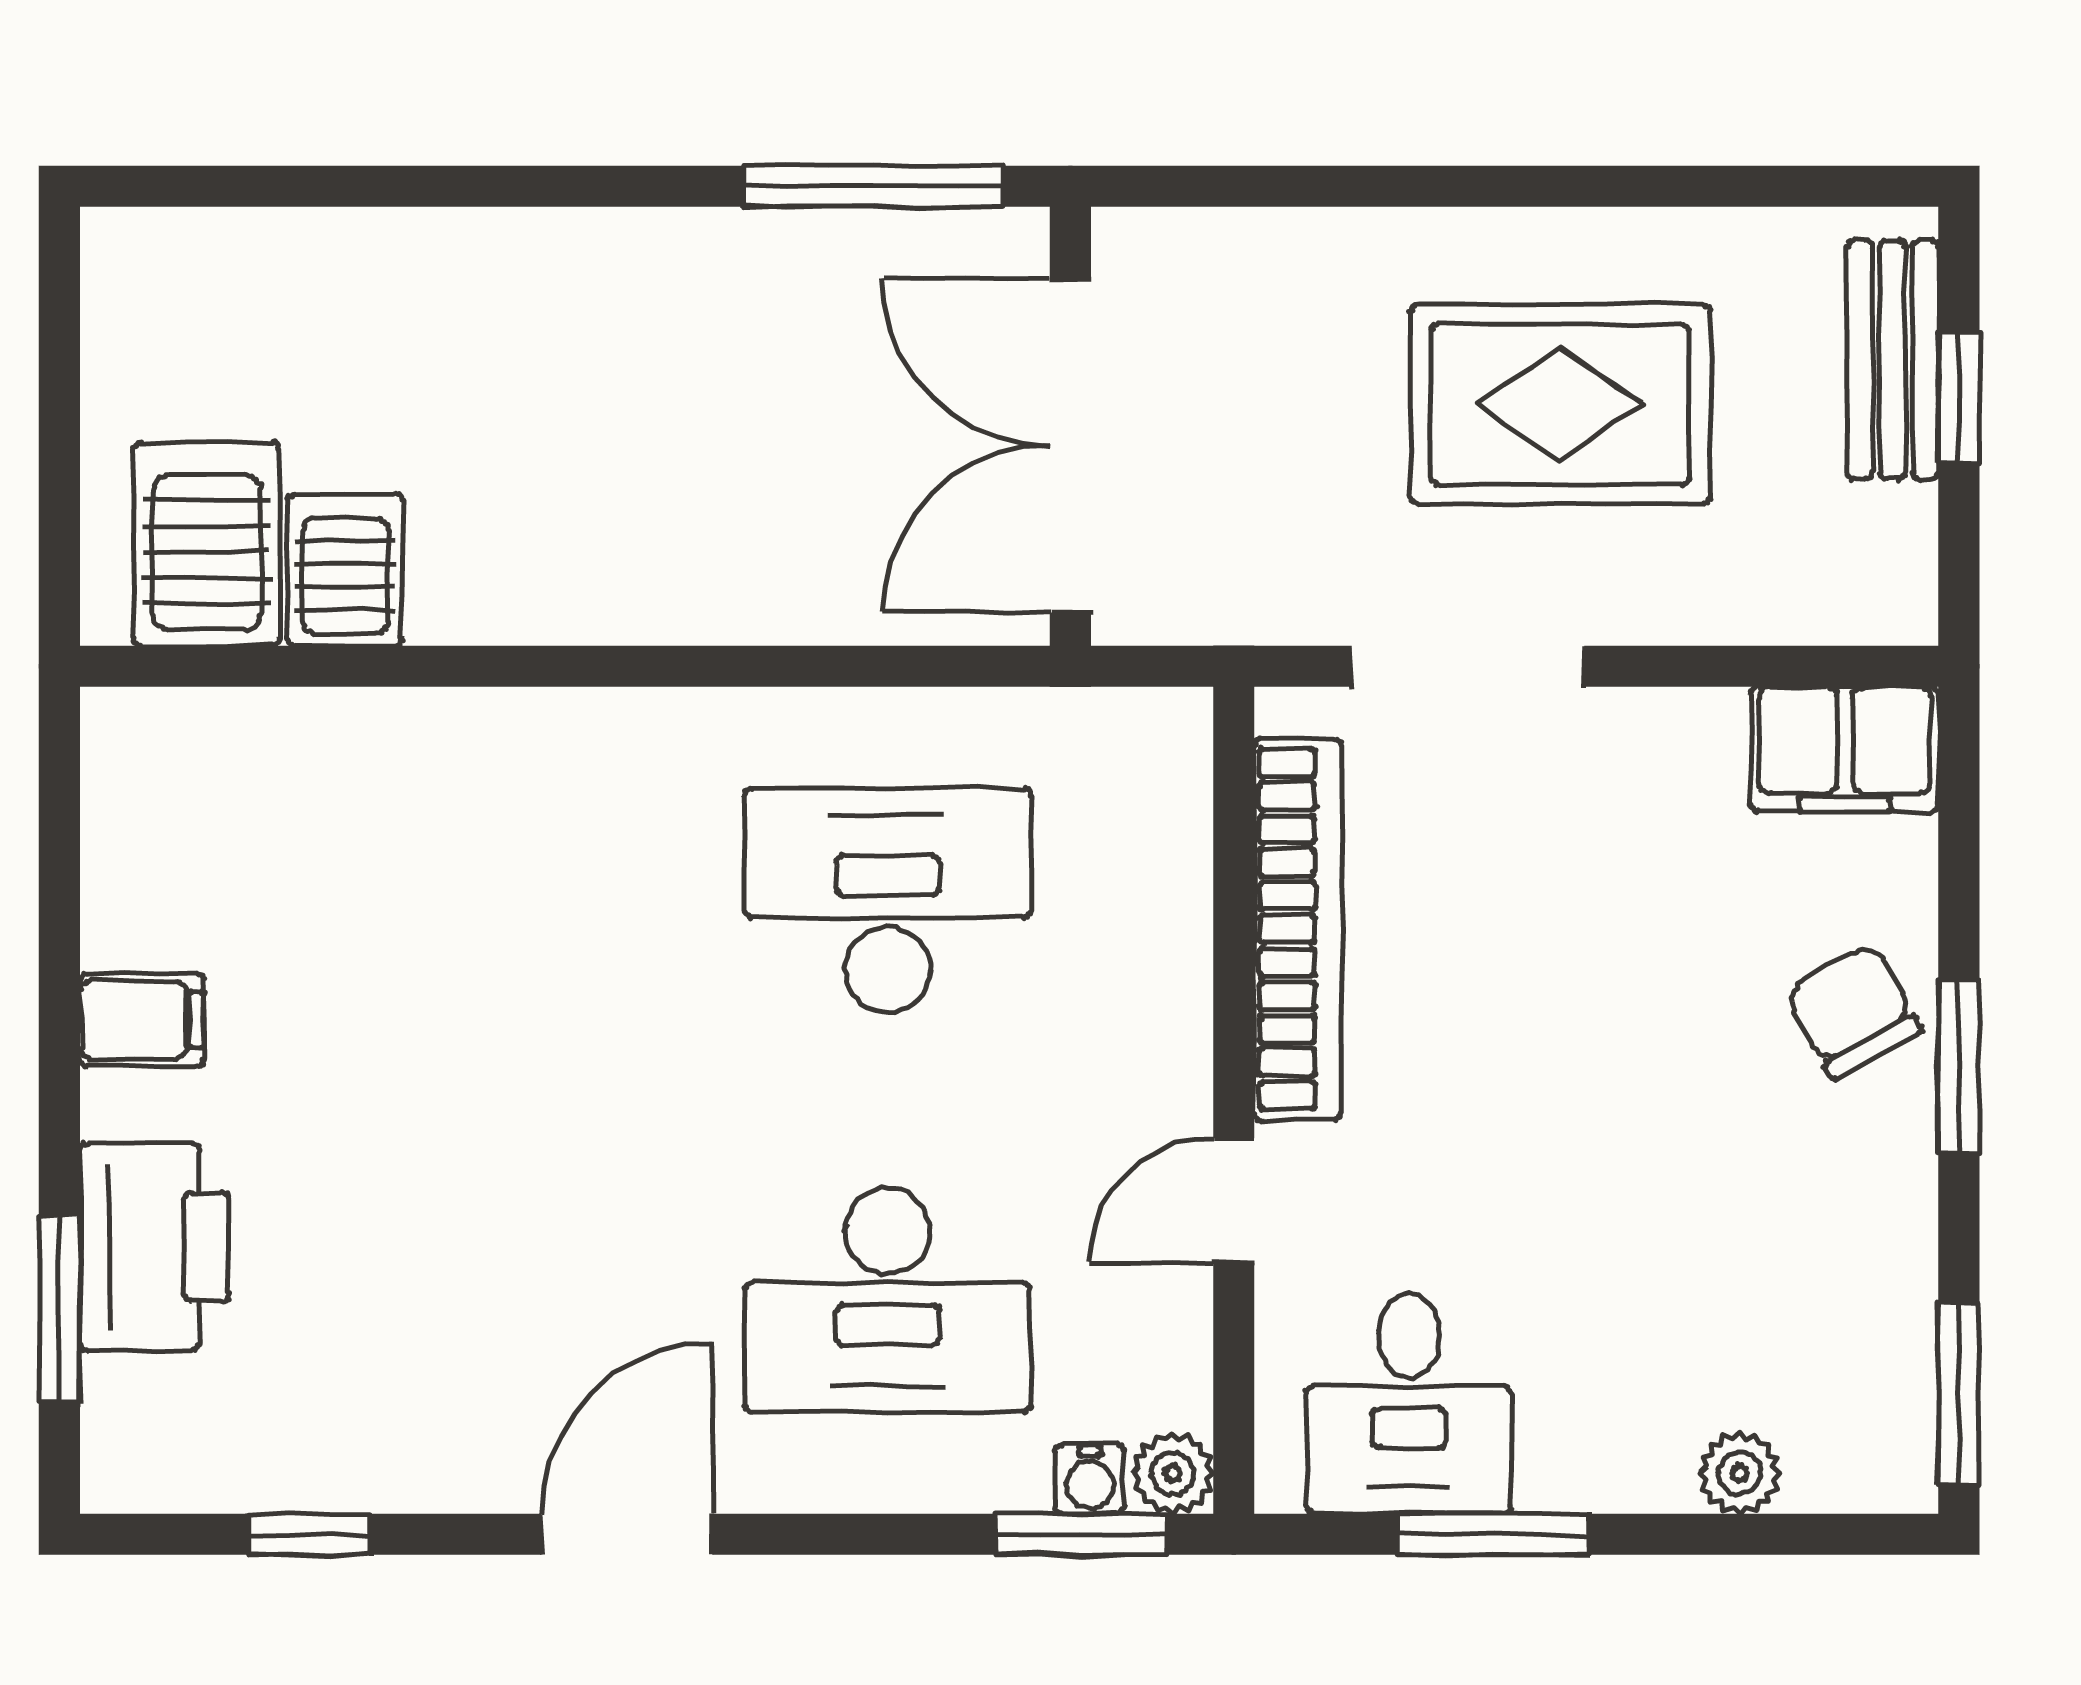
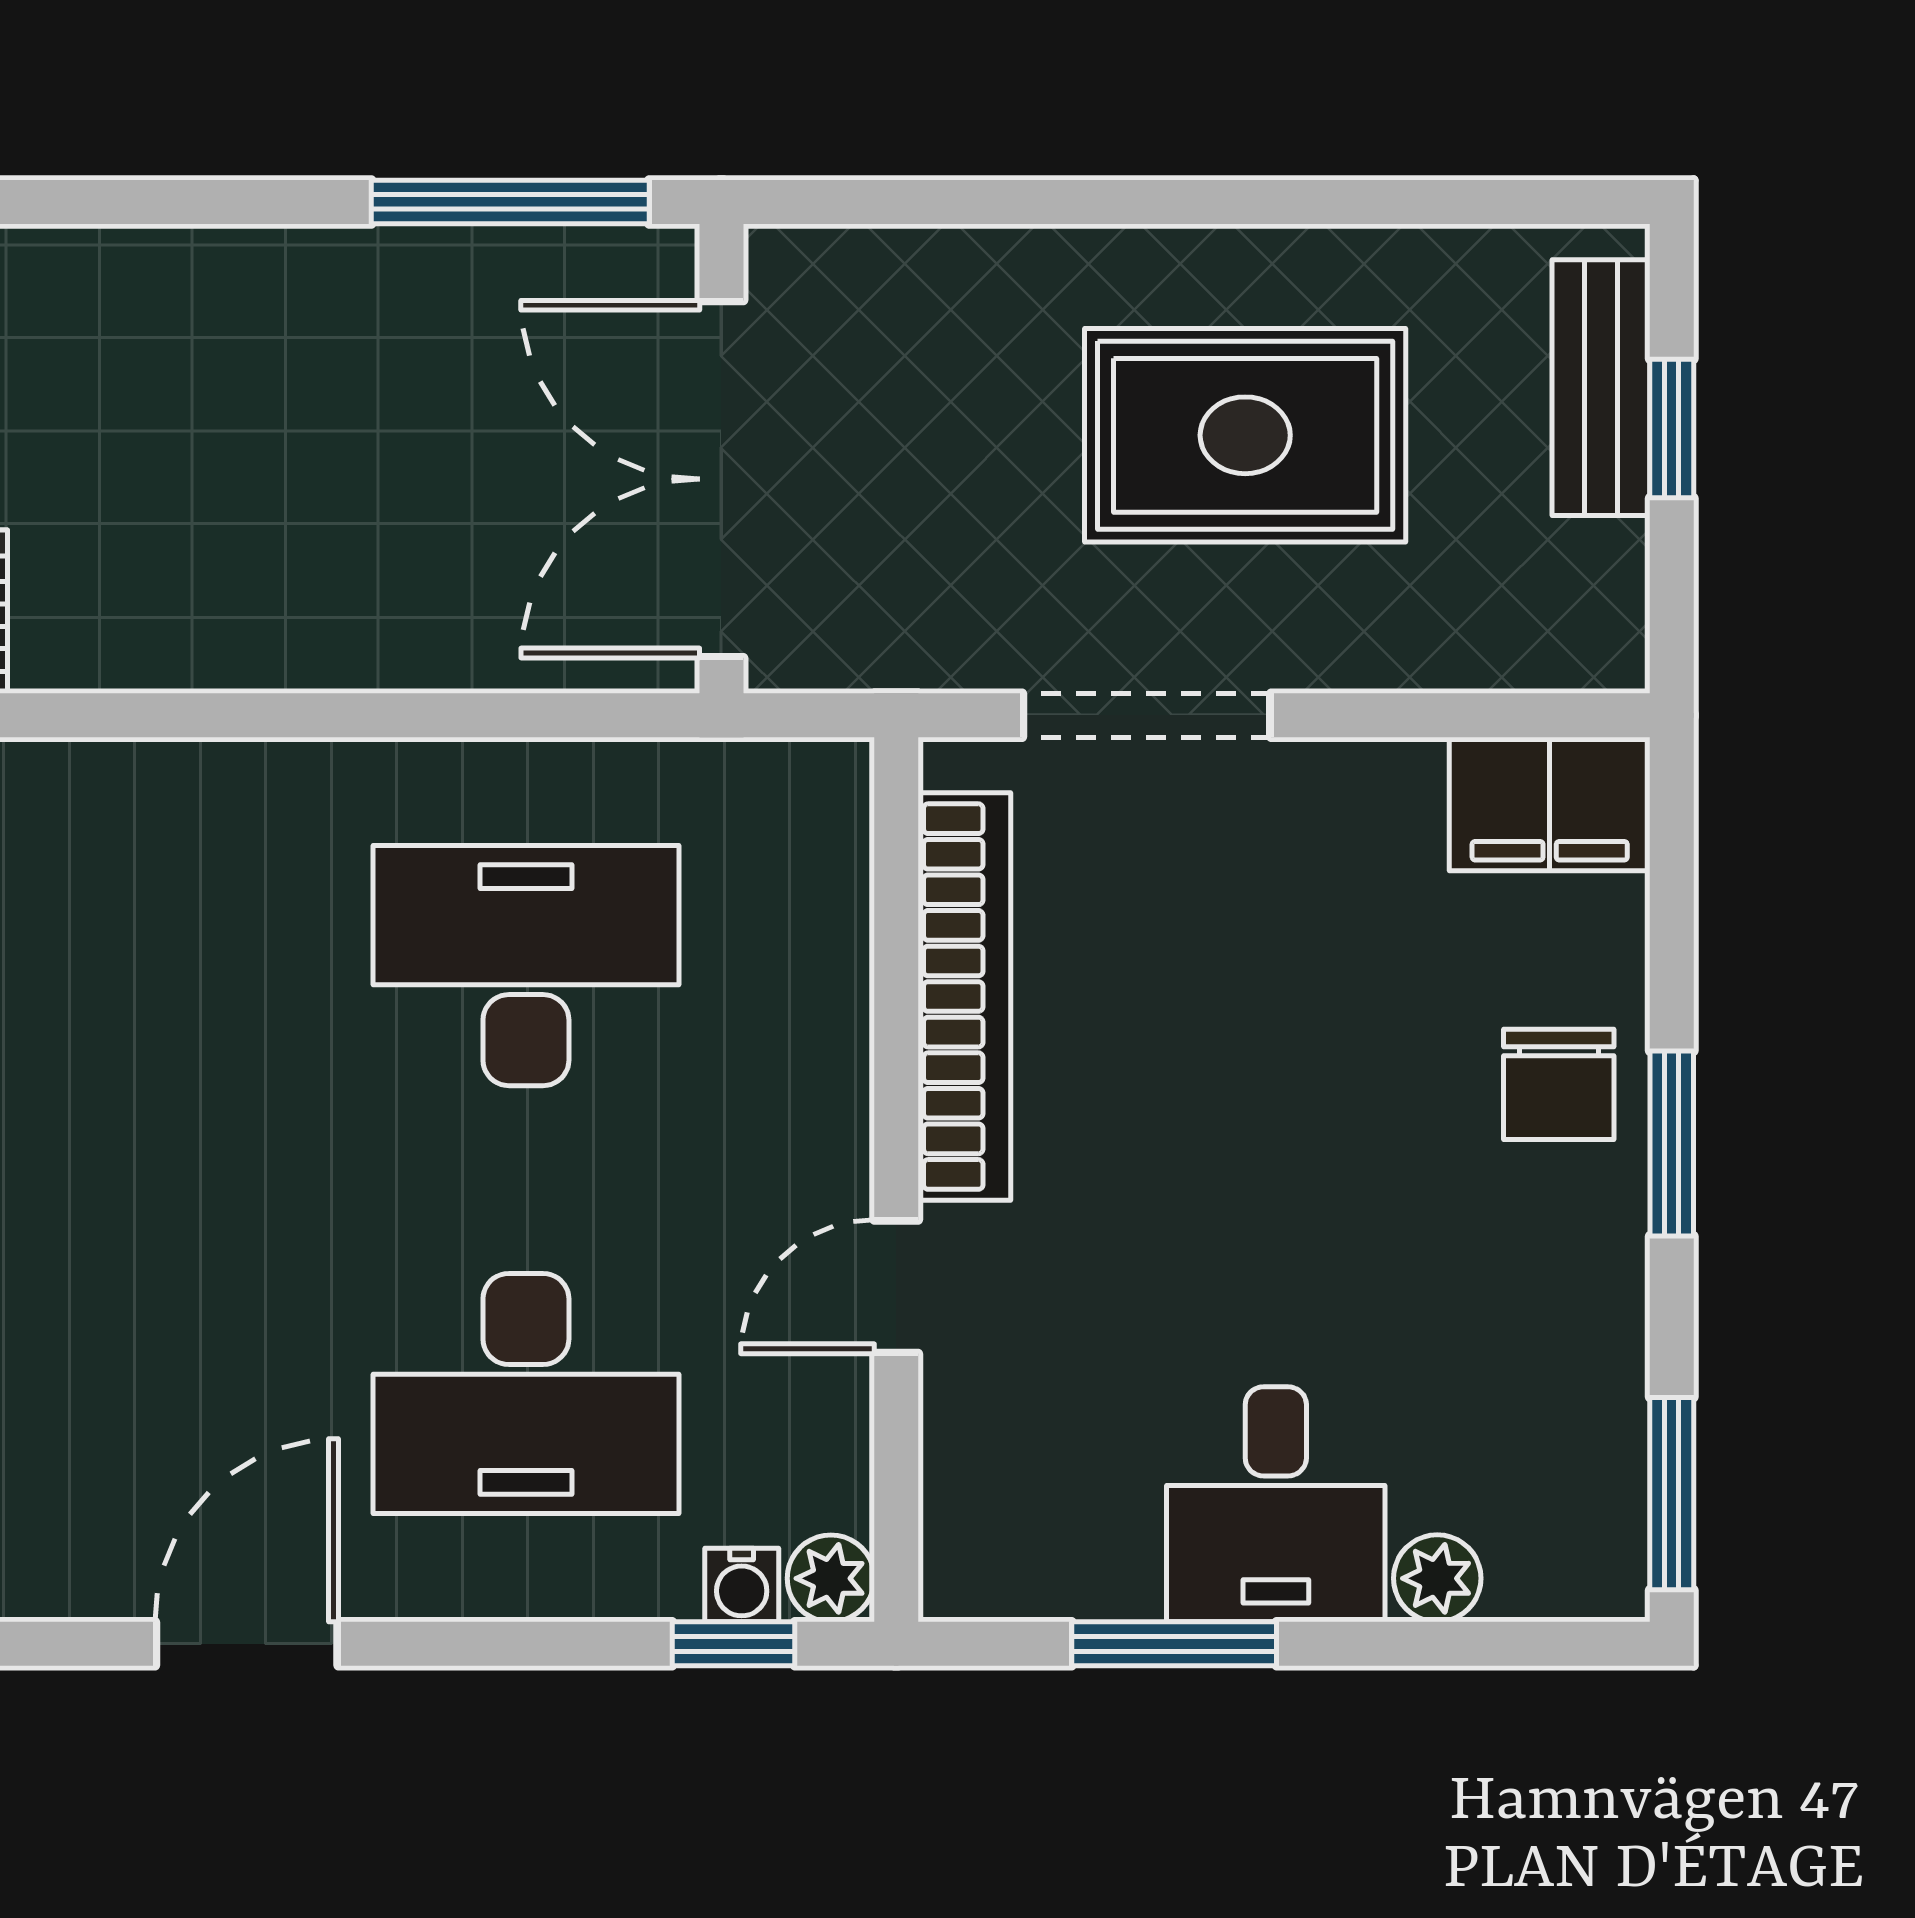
chair: (1853, 1011) -> (1559, 1084), turned -151
desk: (1409, 1404) -> (1276, 1504), moved
window: (1082, 1534) -> (733, 1644), width x0.67

